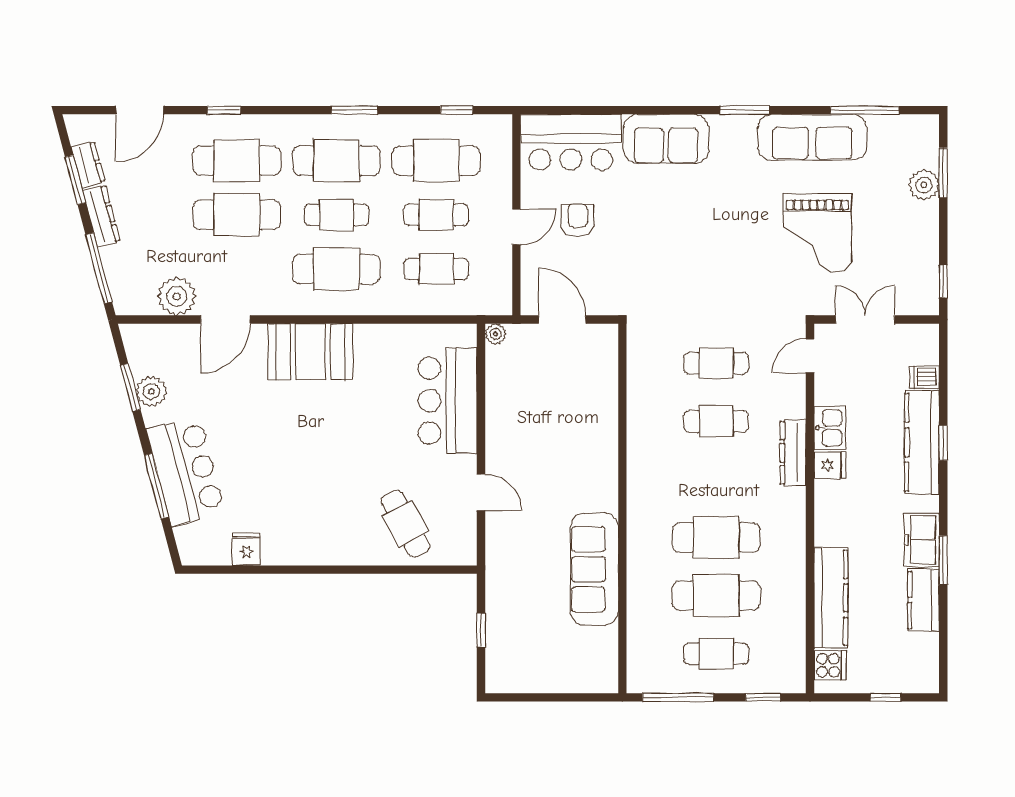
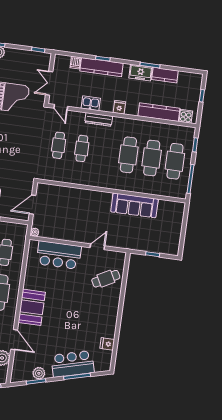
fridge: (830, 465) -> (119, 107), moved
cafe table: (716, 654) -> (175, 161), width x1.37, depth x1.35

